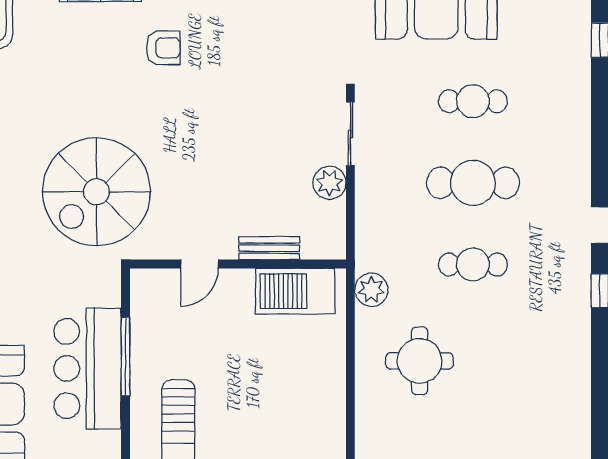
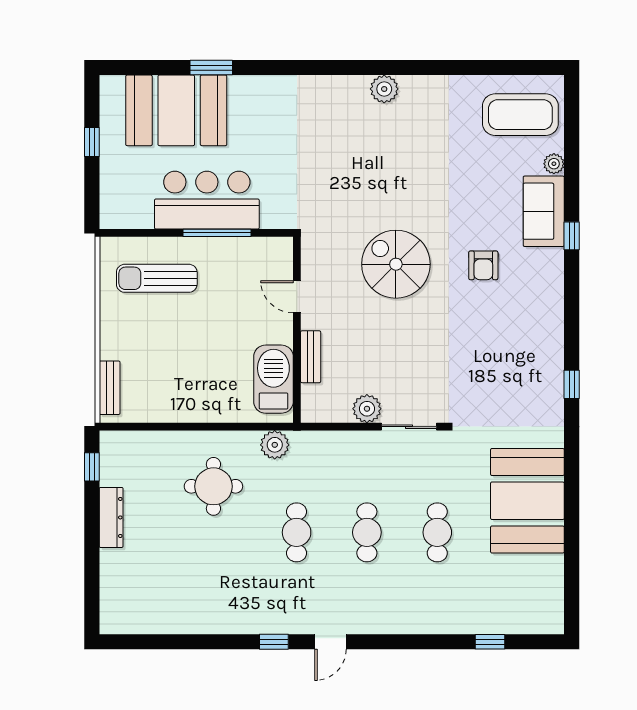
cafe table: (473, 183) -> (367, 532), width x0.73, depth x0.74
spiral stairs: (96, 192) -> (396, 264), moved, width x0.73, depth x0.73

